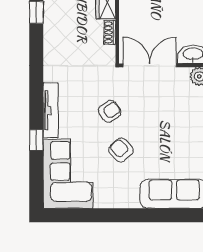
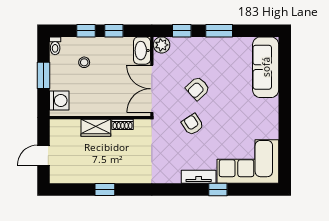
tv unit: (51, 110) -> (199, 177), width x0.71
armchair: (121, 150) -> (198, 88), moved

